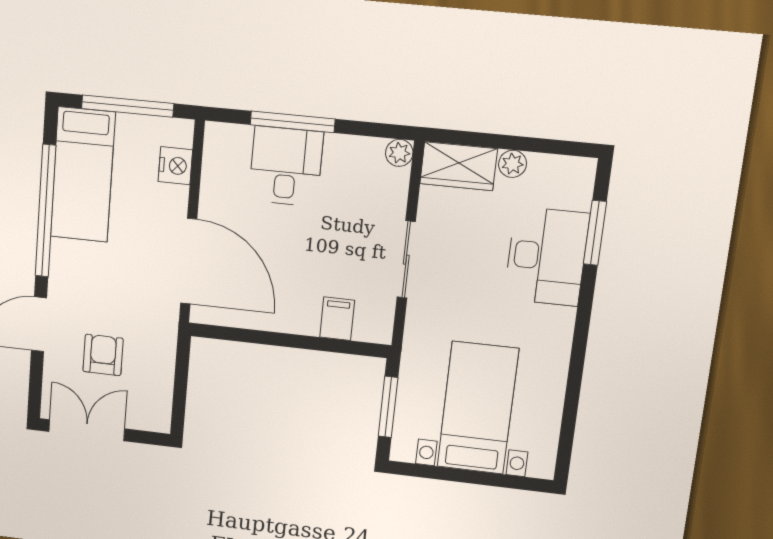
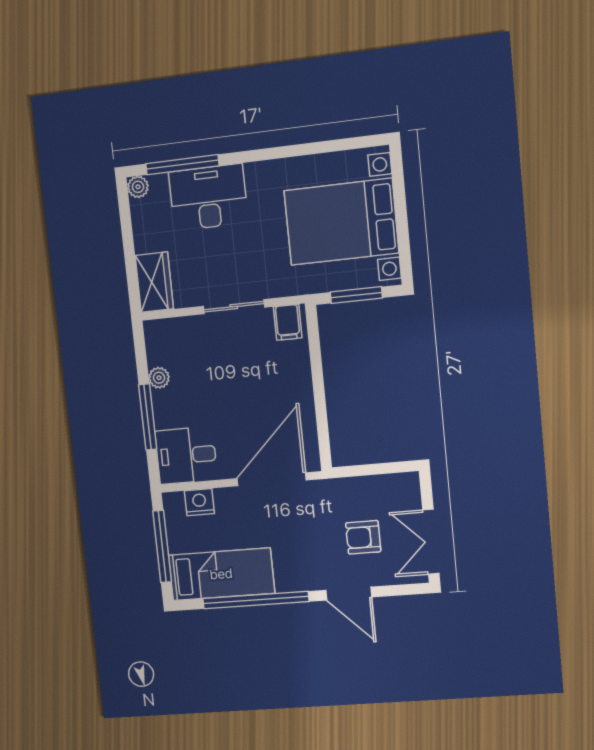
plant: (399, 153) -> (159, 378), moved
plant: (513, 164) -> (138, 187), moved
desk: (286, 166) -> (186, 455), moved
window: (595, 233) -> (182, 165), width x1.44
filing cabinet: (337, 319) -> (288, 322), moved, turned -90
bed with nightstands: (478, 408) -> (341, 222), width x1.36

